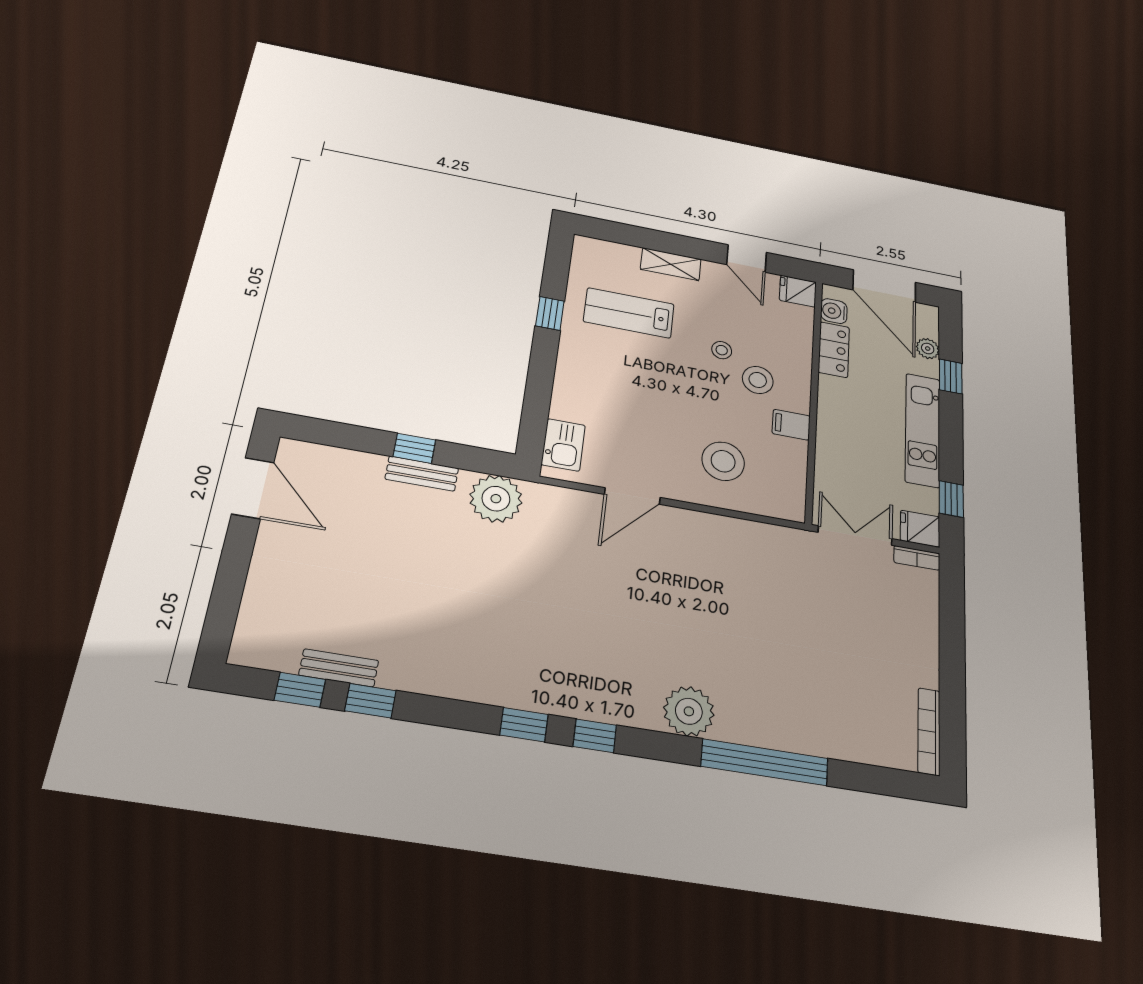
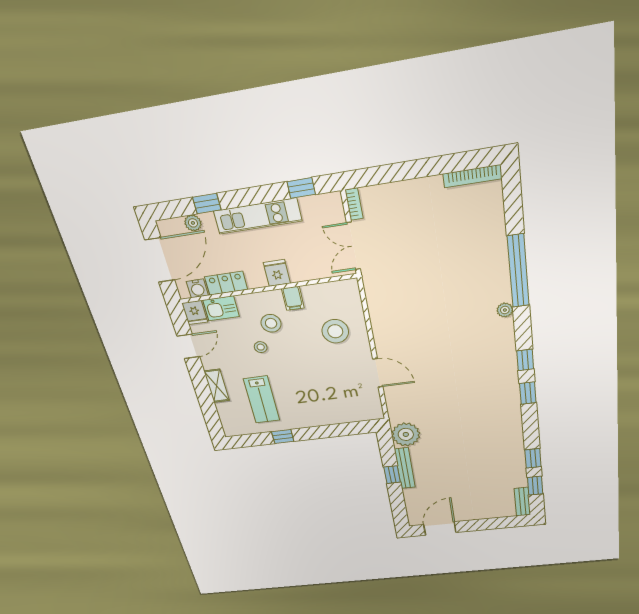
kitchen sink: (563, 445) -> (221, 308), moved, turned 180
bench: (422, 474) -> (405, 468), width x1.36
fridge: (920, 529) -> (277, 273), moved, turned 180
bench: (339, 668) -> (522, 502), moved
plant: (689, 711) -> (505, 310), width x0.53, depth x0.53

